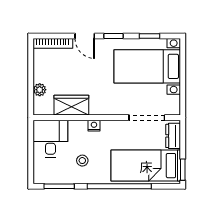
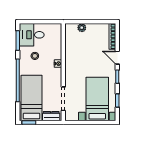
door: (85, 36) -> (117, 58), hinge flipped
wardrobe: (71, 105) -> (72, 49), removed
desk: (50, 139) -> (32, 35), moved, turned 180

